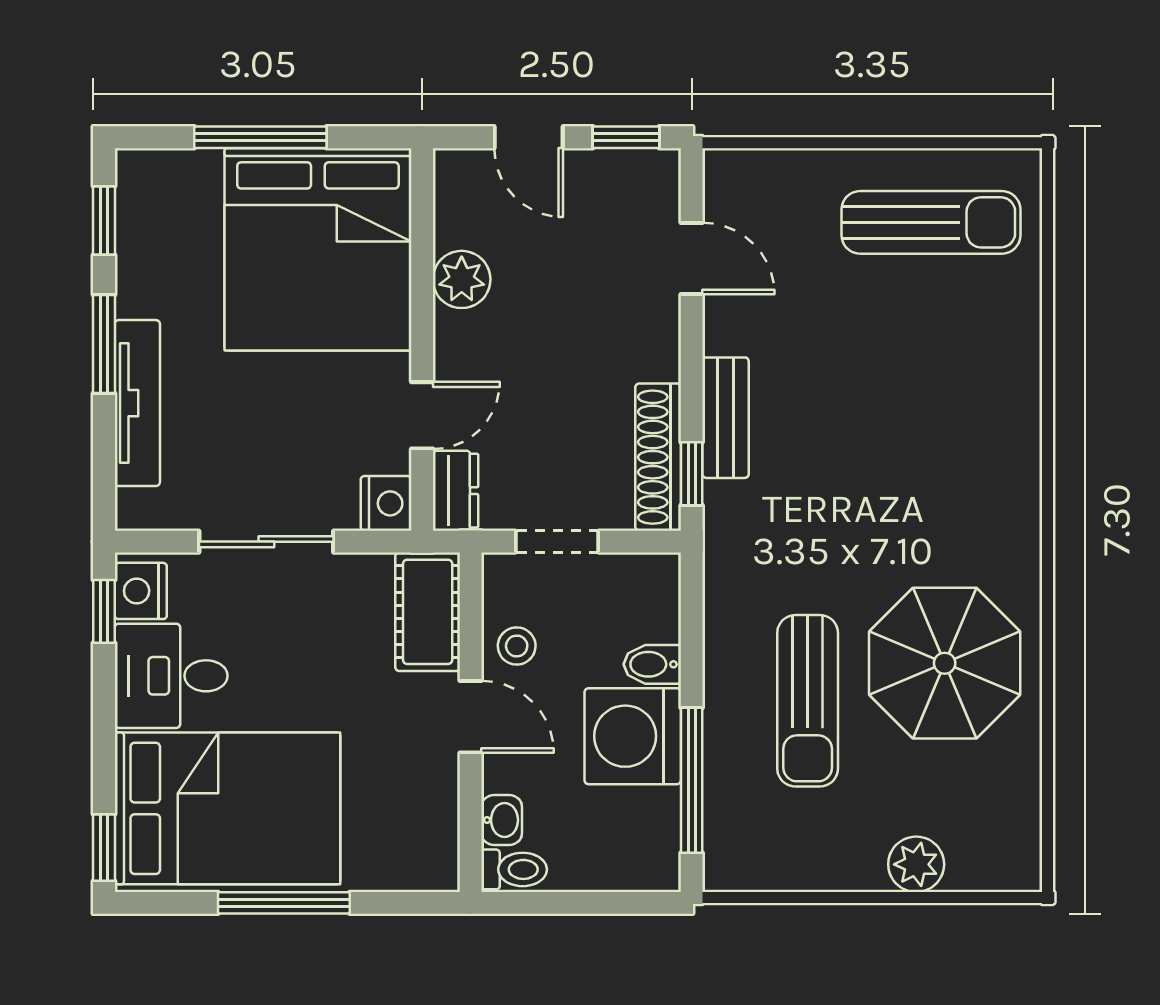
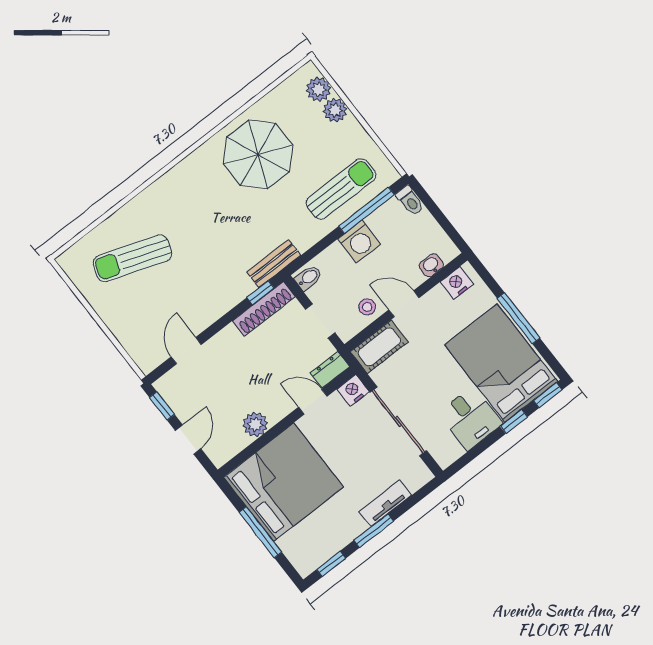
sun lounger: (931, 222) -> (132, 258), moved, turned -71
tv unit: (137, 403) -> (385, 503), width x0.71
bench: (726, 418) -> (274, 264), moved
sliding door: (266, 542) -> (398, 421), width x1.37
nightstand: (141, 591) -> (457, 283), moved, turned 180
window: (104, 611) -> (514, 422), moved
bidet: (652, 664) -> (308, 278), moved, turned -90
sun lounger: (808, 701) -> (341, 189), moved
door: (471, 717) -> (404, 304), hinge flipped
washing machine: (633, 736) -> (359, 242), width x0.73, depth x0.73
plant: (977, 863) -> (318, 89), added
toilet: (514, 869) -> (410, 201), moved, turned 180

